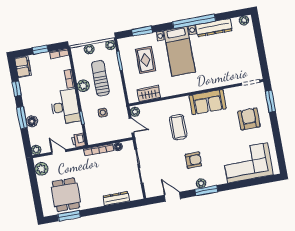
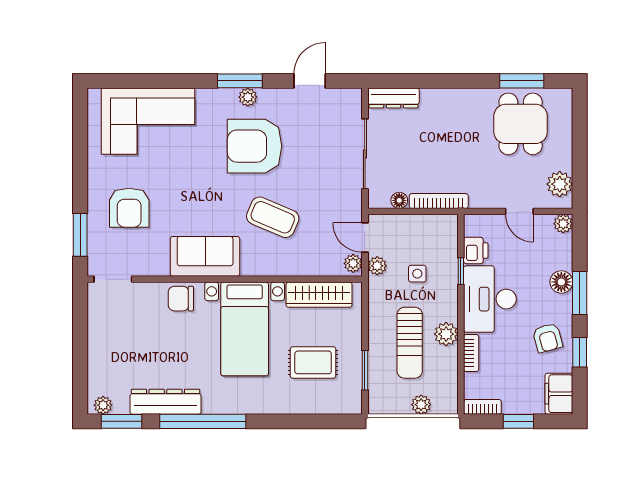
window: (142, 31) -> (121, 421), moved
plant: (111, 45) -> (377, 266), moved
bed with nightstands: (180, 51) -> (245, 329), moved, turned 180
rug: (146, 60) -> (313, 362), turned 90
chair: (216, 79) -> (181, 299), added
armchair: (34, 93) -> (548, 338), added
wardrobe: (149, 94) -> (319, 295), width x1.50
coffee table: (178, 127) -> (273, 217), turned -67
printer: (78, 140) -> (476, 250), moved
armchair: (193, 160) -> (255, 146), width x1.88, depth x1.88
door: (172, 197) -> (310, 81), swing flipped
dresser: (116, 199) -> (394, 98), moved

